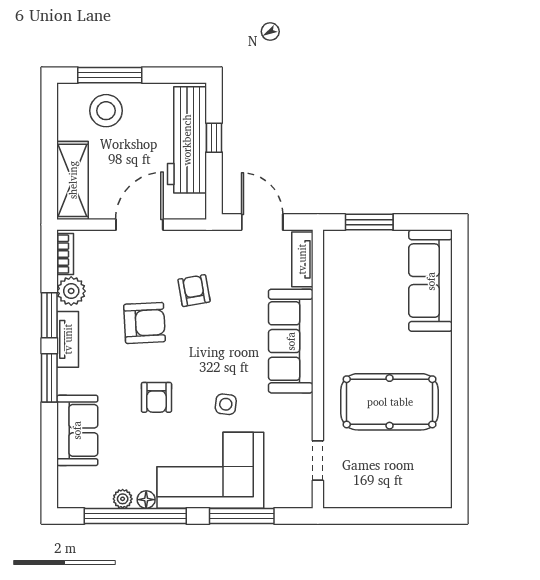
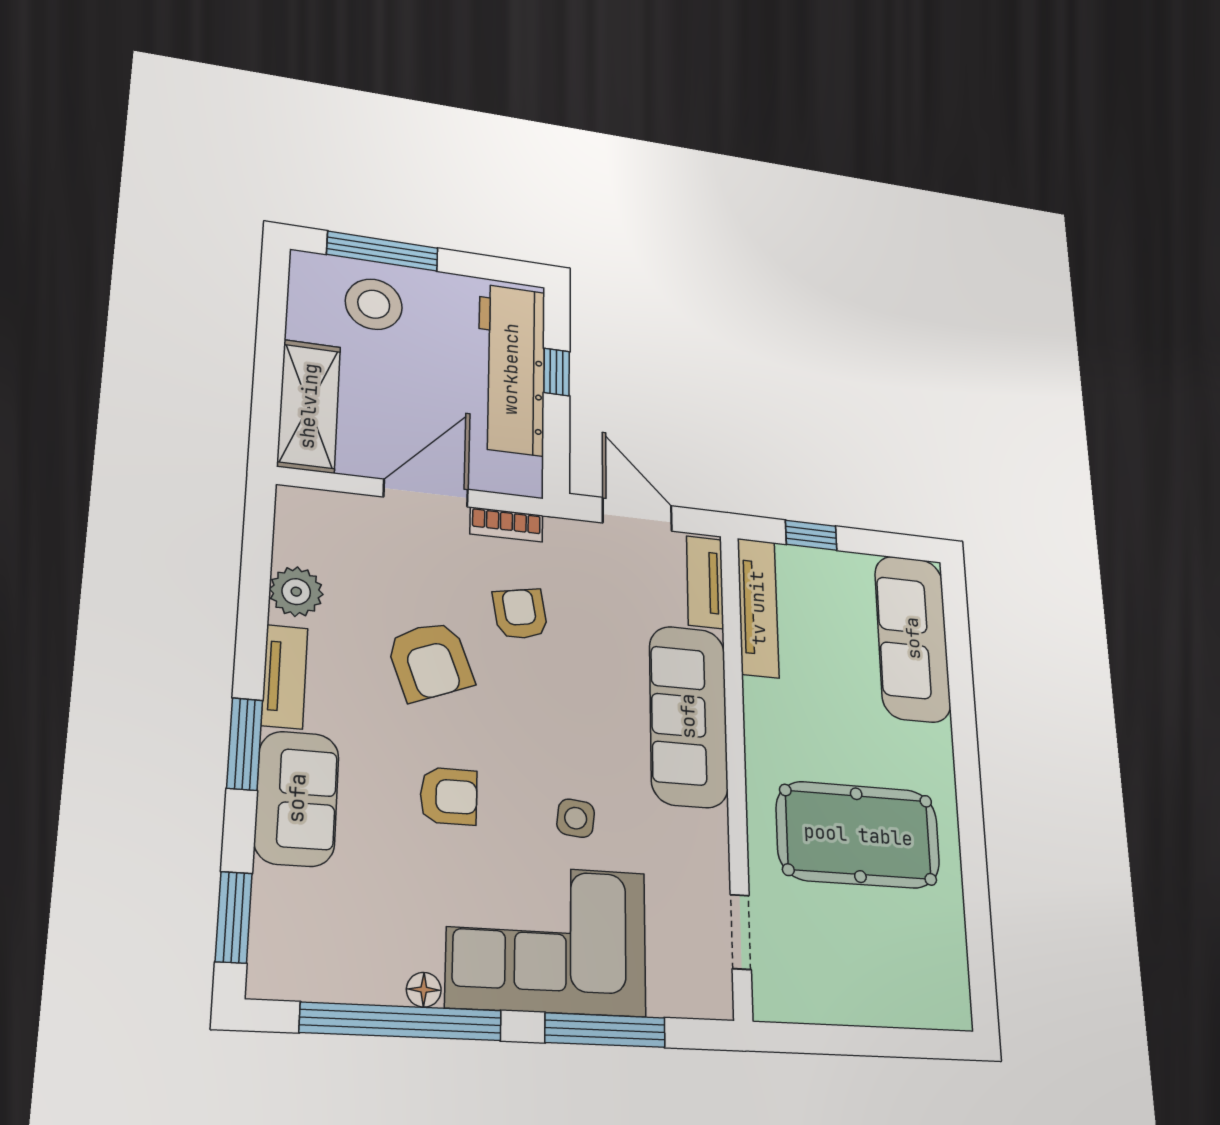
window: (369, 222) -> (811, 535), width x0.67
bookcase: (65, 254) -> (506, 525), moved, turned 90
tv unit: (334, 272) -> (758, 608), added
window: (49, 315) -> (234, 917), moved
armchair: (145, 323) -> (430, 661), turned 72
armchair: (156, 397) -> (449, 796), turned -90
sofa: (77, 430) -> (297, 798), moved
plant: (123, 499) -> (378, 986), removed

